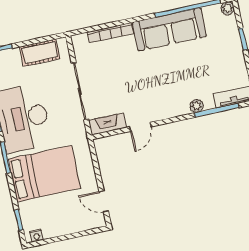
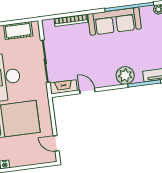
plant: (197, 106) -> (125, 75), width x1.87, depth x1.87
door: (140, 127) -> (87, 91), swing flipped

